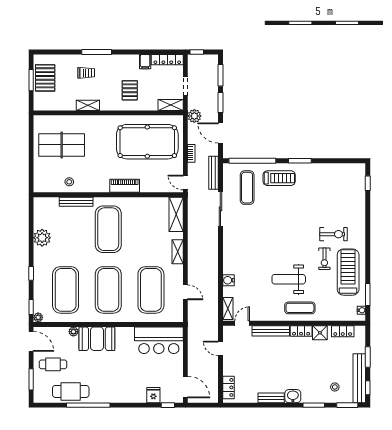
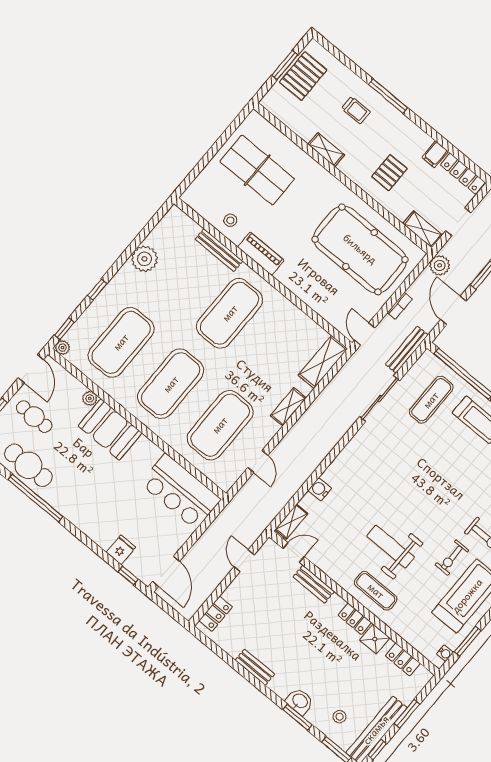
piano: (125, 186) -> (261, 254), moved
bench: (271, 331) -> (314, 584), width x0.73
washbasin: (293, 396) -> (300, 701), moved

